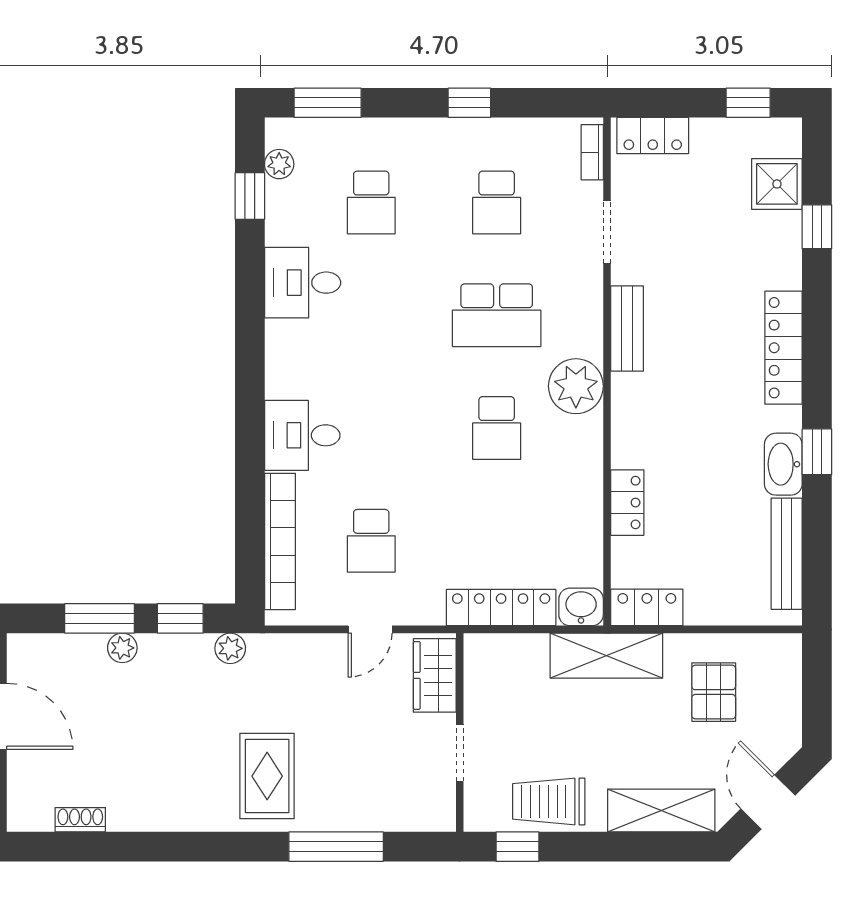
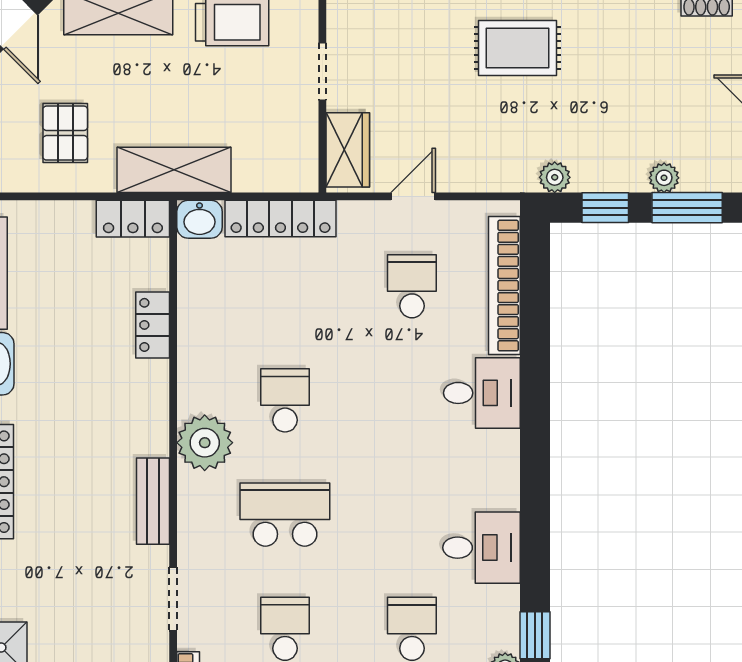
rug: (267, 776) -> (517, 48), turned 90

